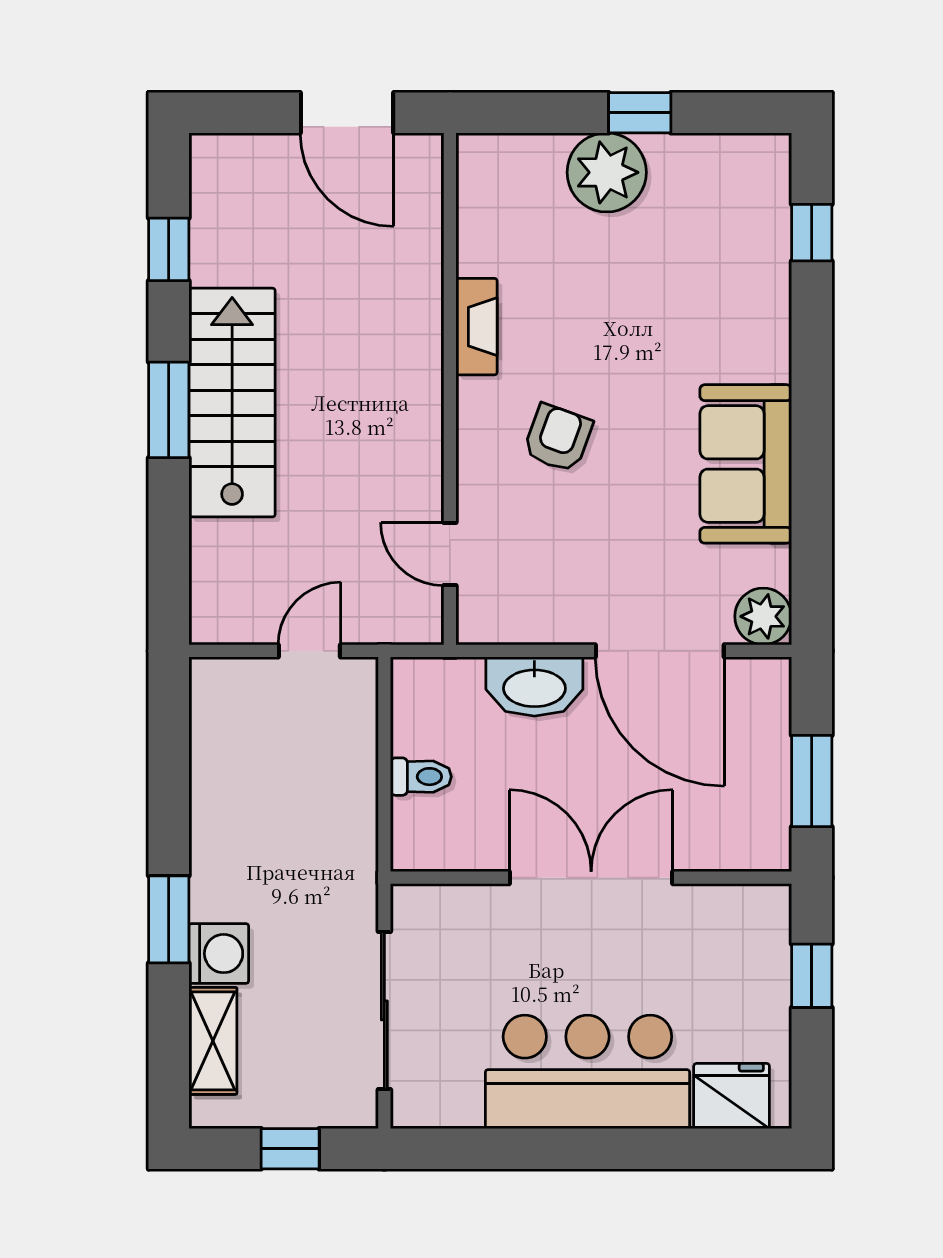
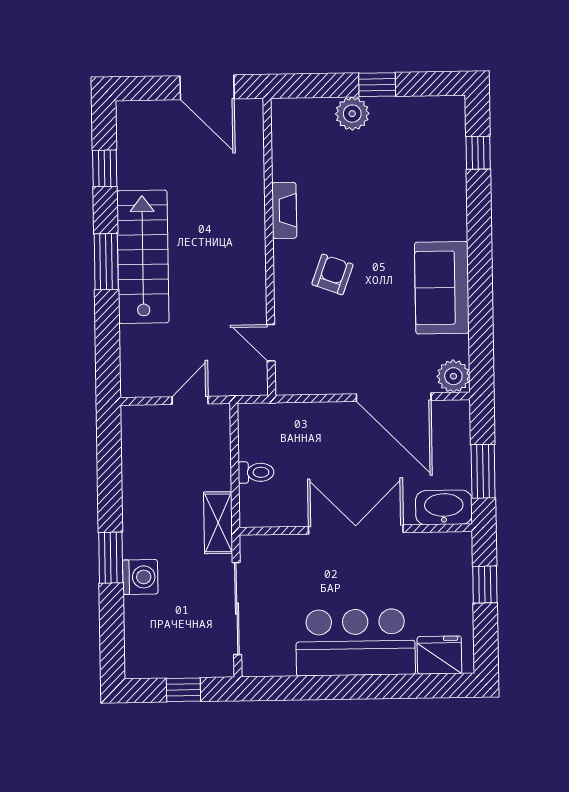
plant: (607, 172) -> (352, 114), width x0.73, depth x0.73
washbasin: (534, 687) -> (444, 507), moved, turned 180
shelving: (213, 1041) -> (218, 523), moved

